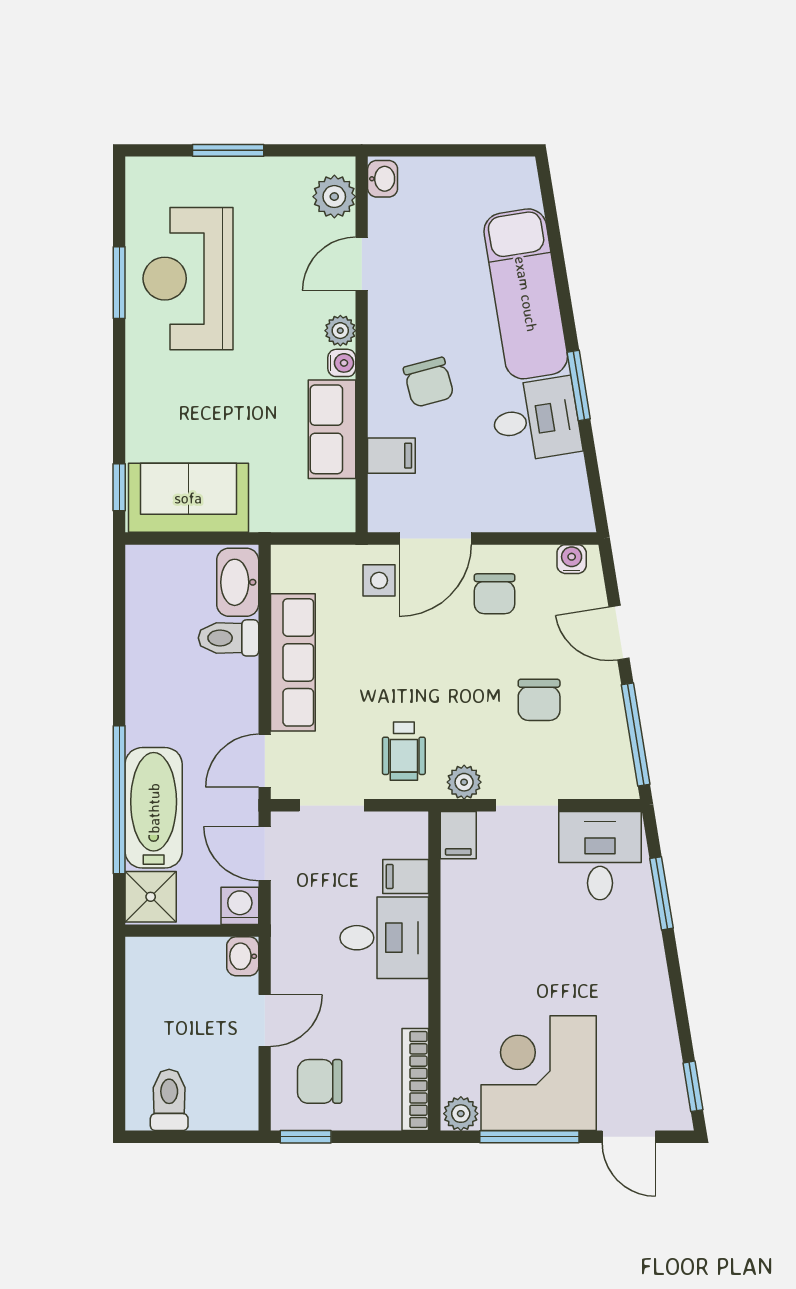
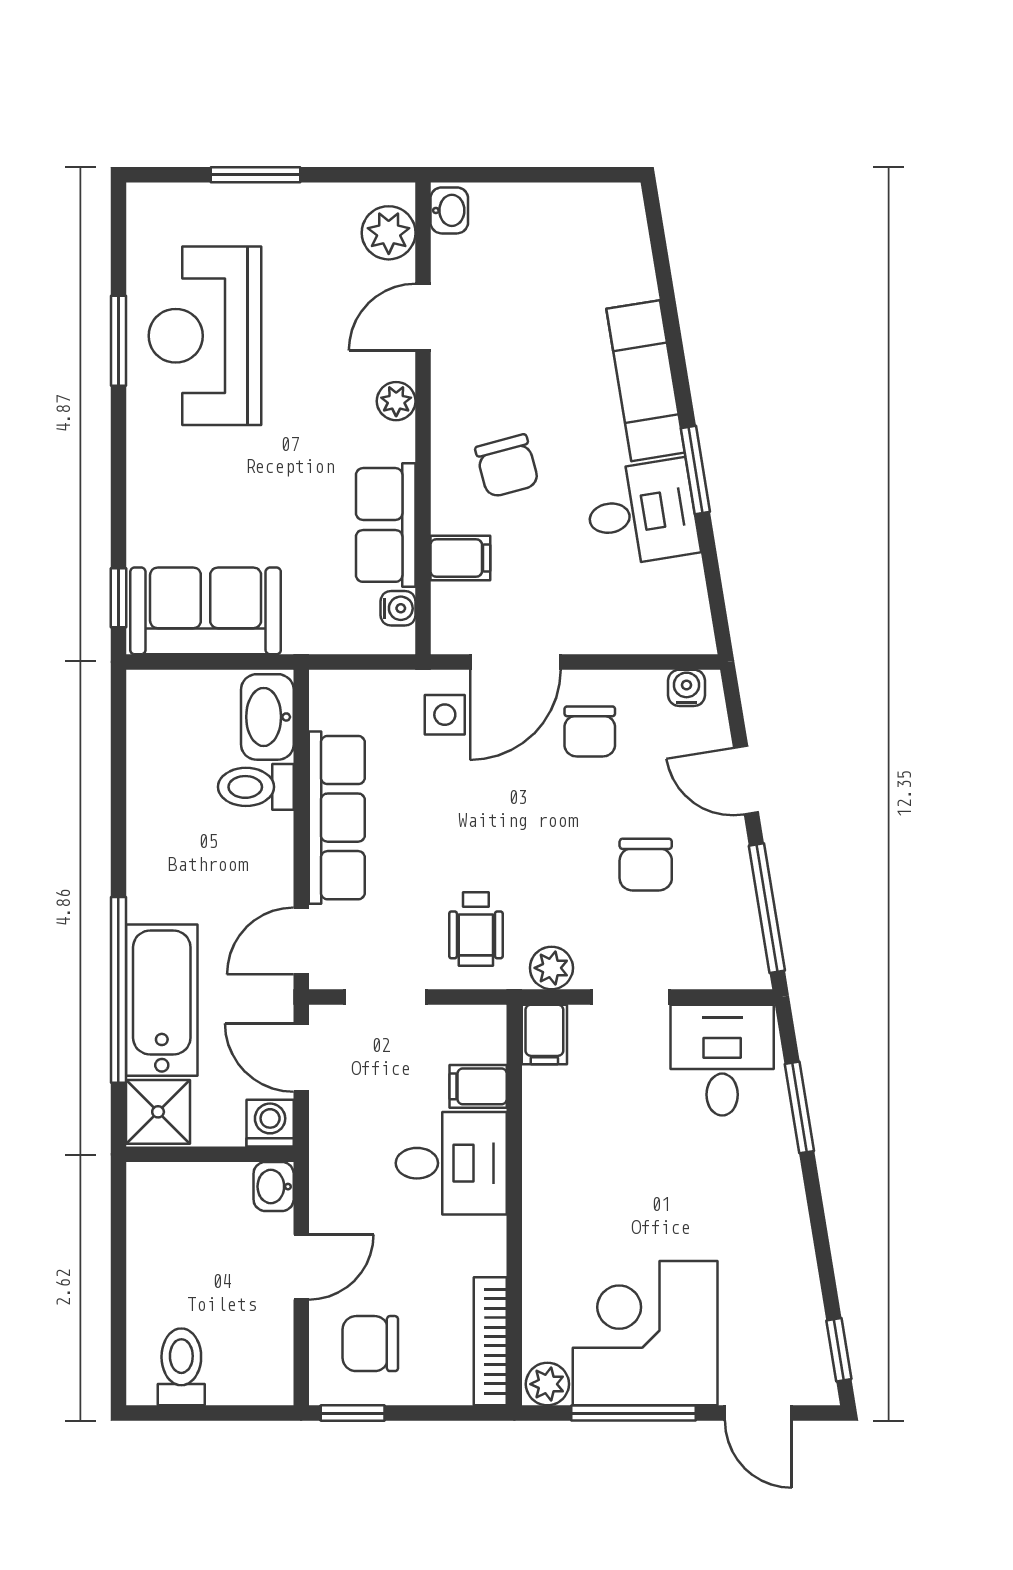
exam couch: (526, 294) -> (646, 381), width x0.73, depth x0.69
water cooler: (342, 363) -> (398, 608), moved

